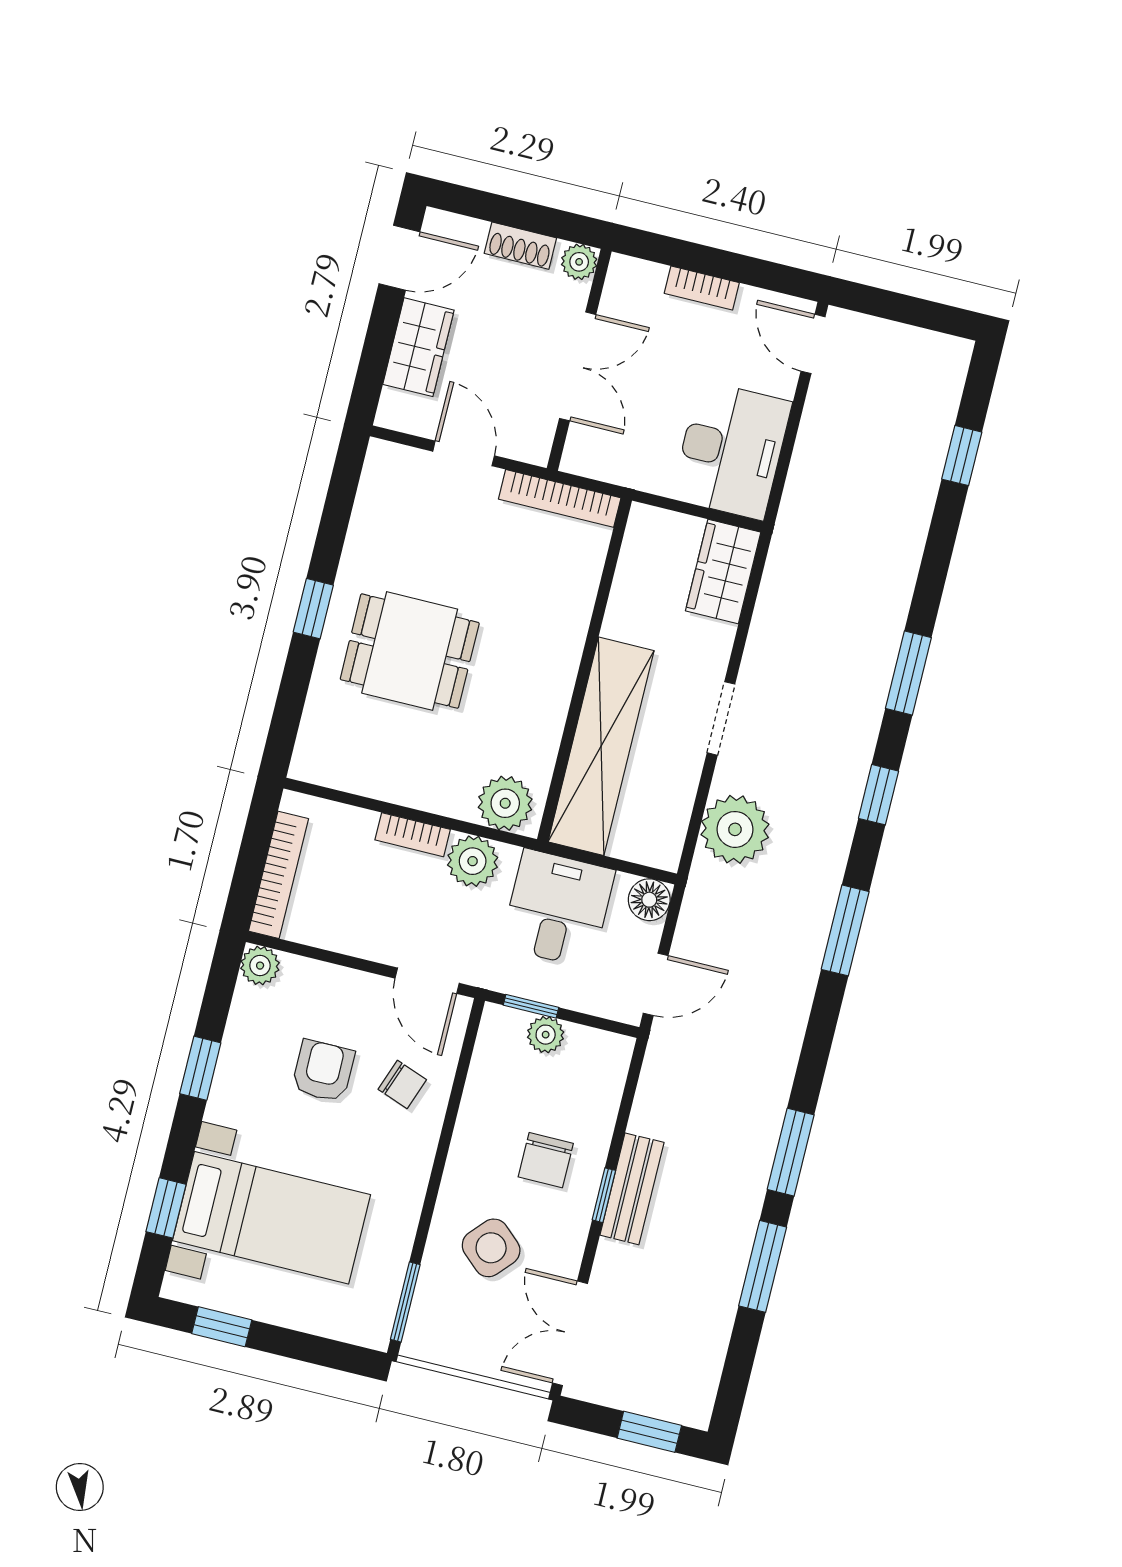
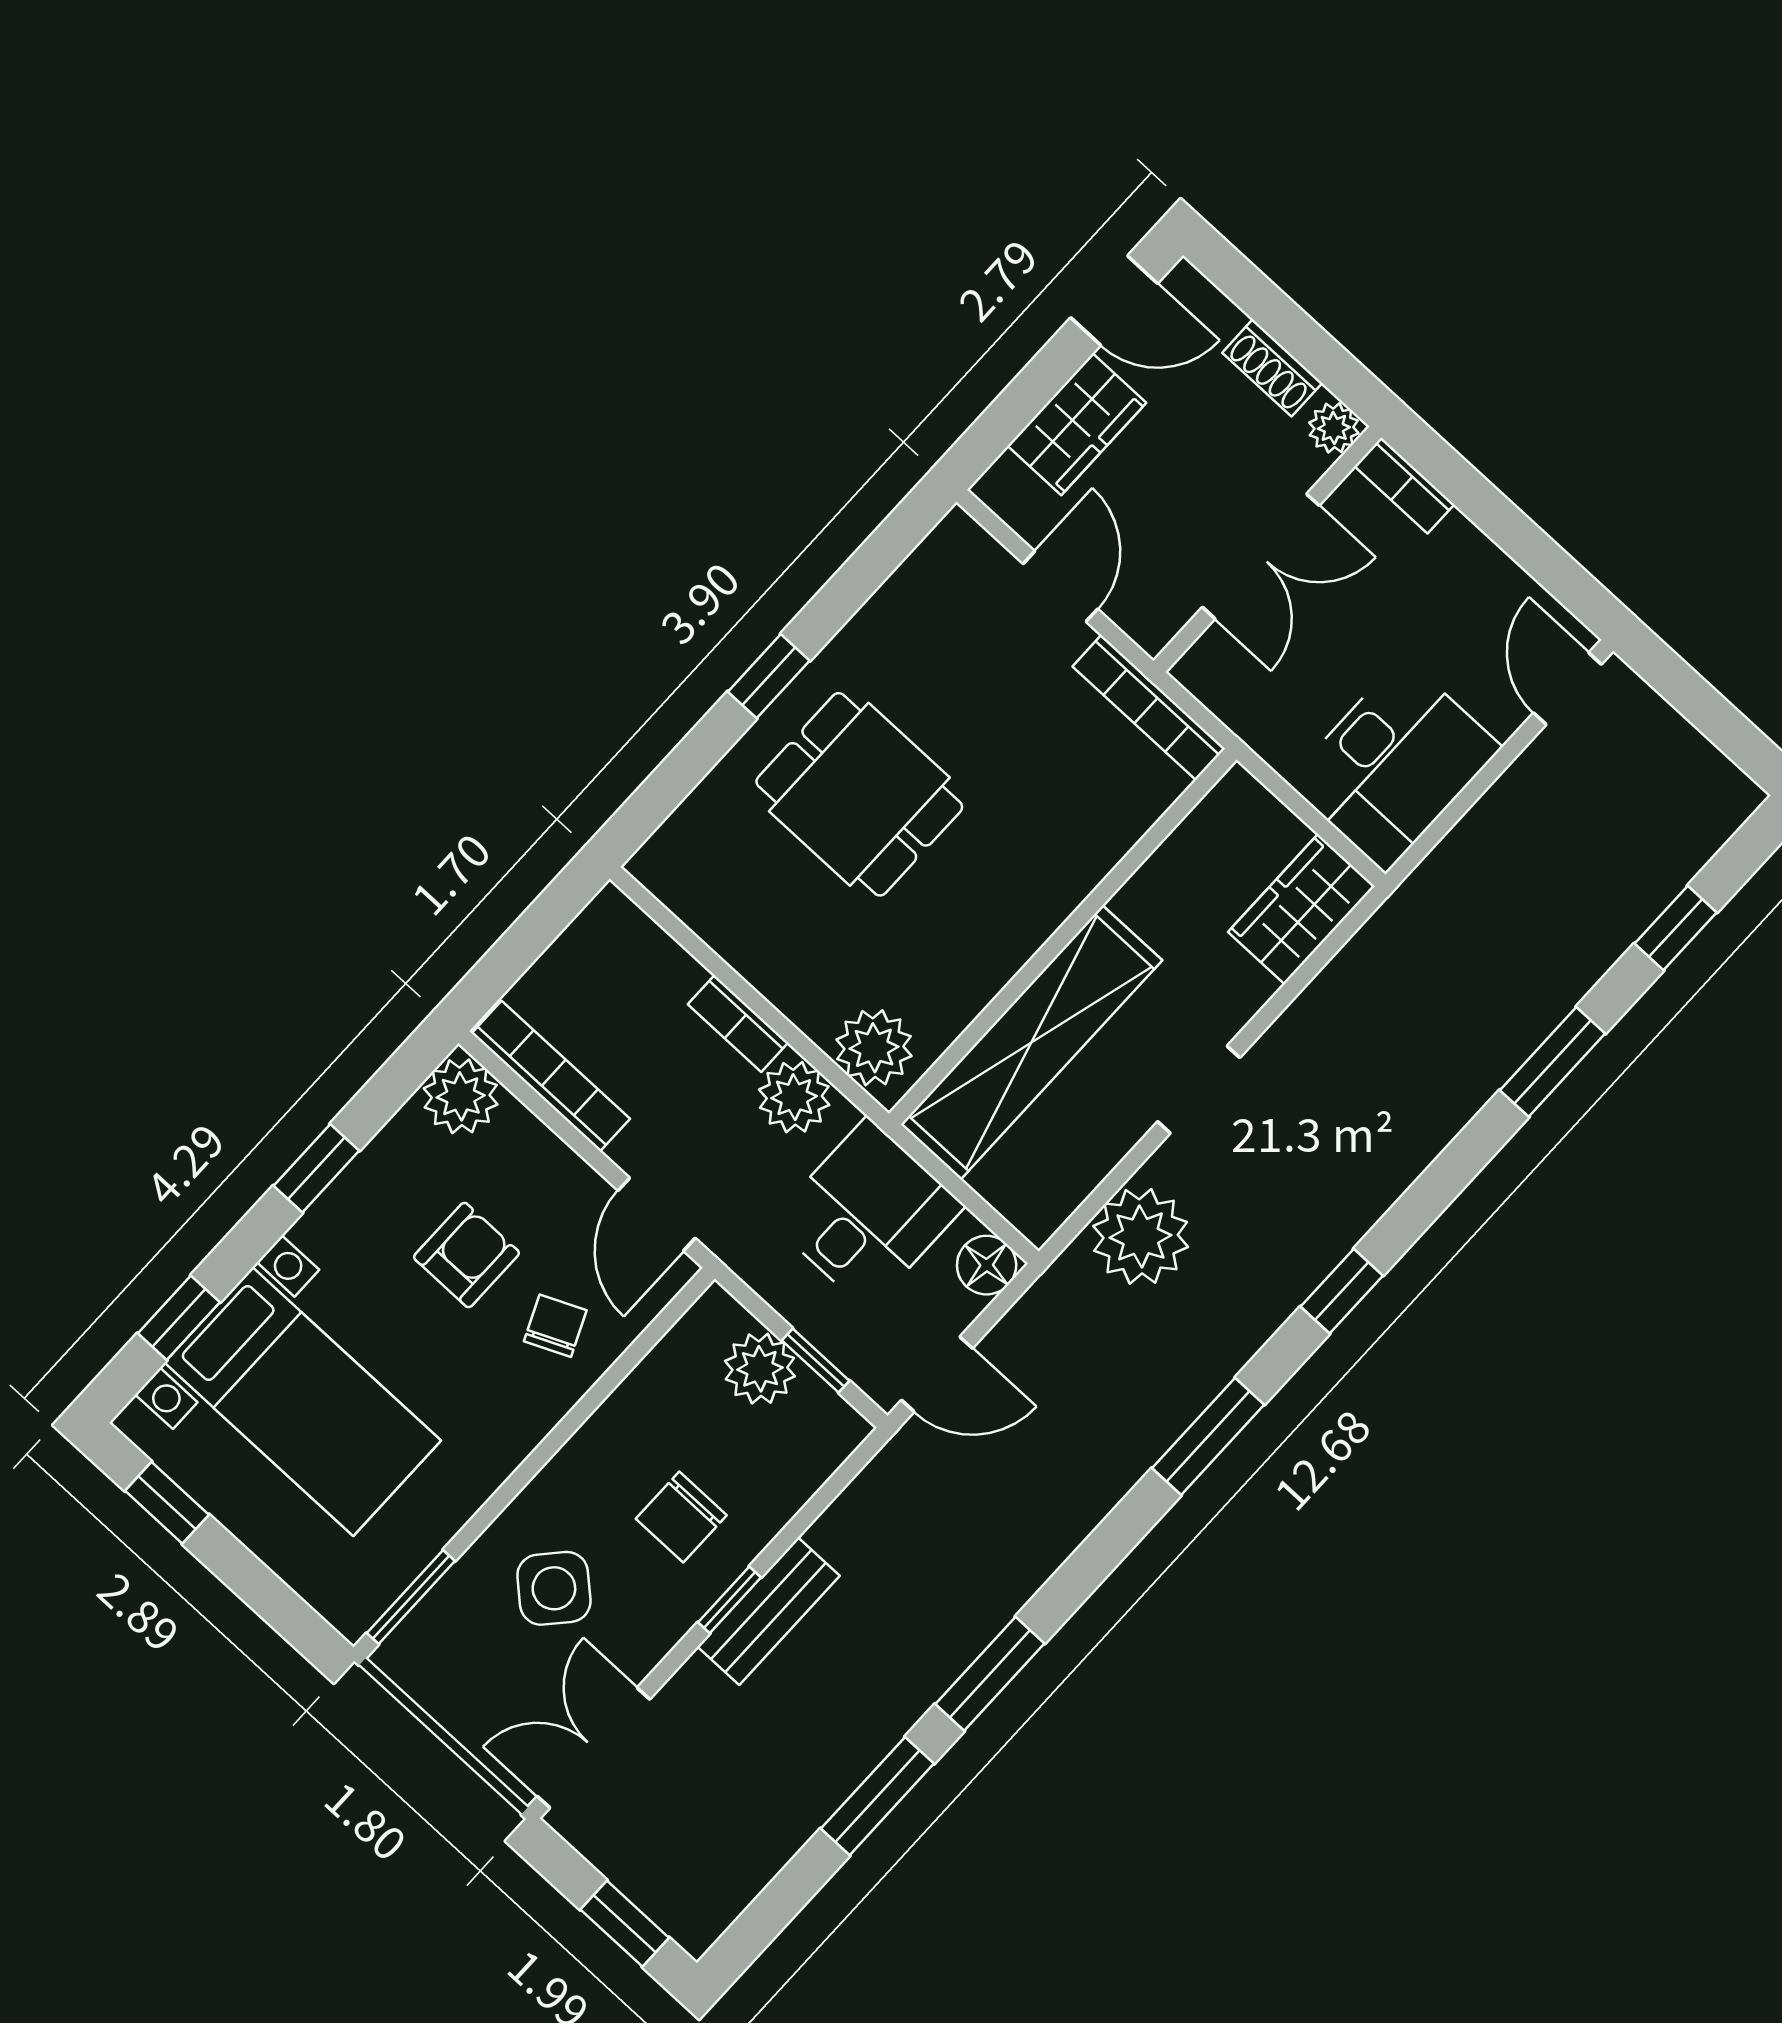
bookcase: (702, 288) -> (1404, 485), moved
window: (908, 673) -> (1553, 1062), moved
bookcase: (278, 875) -> (551, 1076), moved, turned -90
plant: (260, 966) -> (461, 1096), width x1.38, depth x1.38
window: (531, 1006) -> (816, 1361), moved
plant: (546, 1035) -> (760, 1369), width x1.38, depth x1.38
chair: (402, 1084) -> (555, 1326), turned -134

